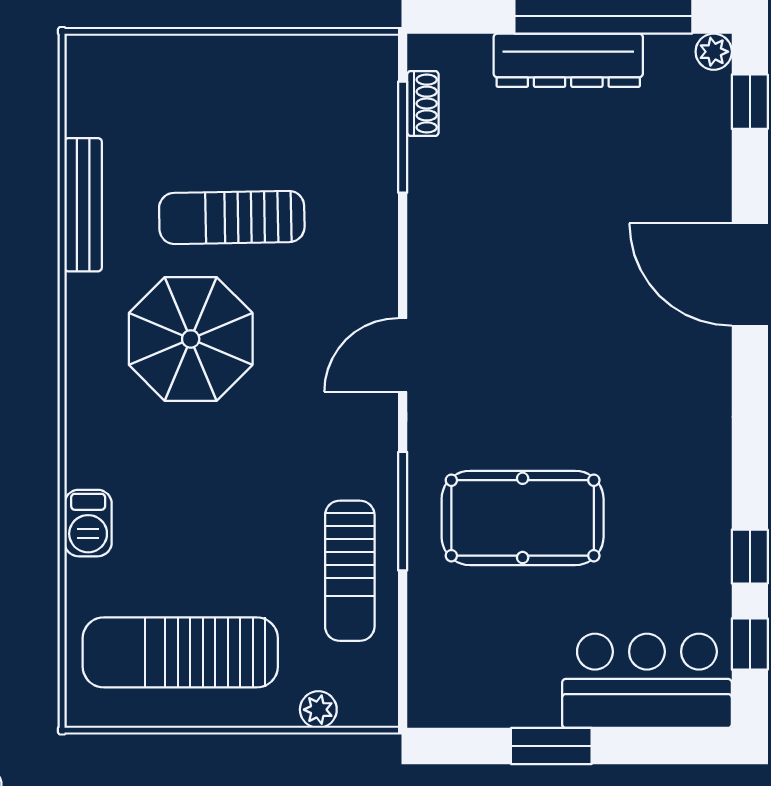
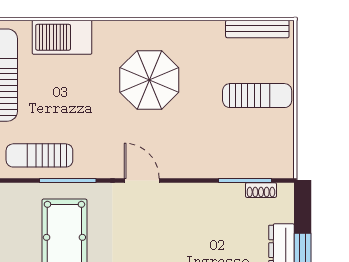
bench: (83, 205) -> (257, 29), moved
sun lounger: (232, 217) -> (257, 96), moved, turned 91
barbecue: (88, 523) -> (62, 37), width x1.88, depth x1.53

